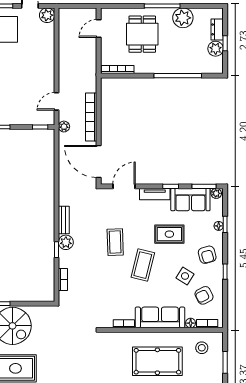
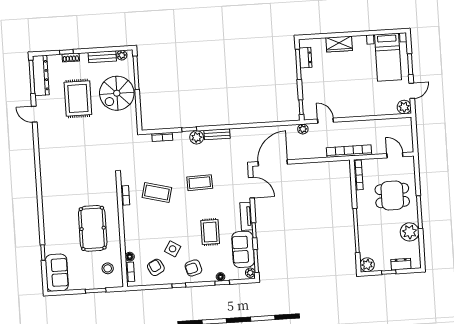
plant: (216, 49) -> (367, 265), moved
bookcase: (91, 117) -> (349, 151), moved
coffee table: (143, 265) -> (157, 193), moved
sofa: (160, 317) -> (133, 228), removed

